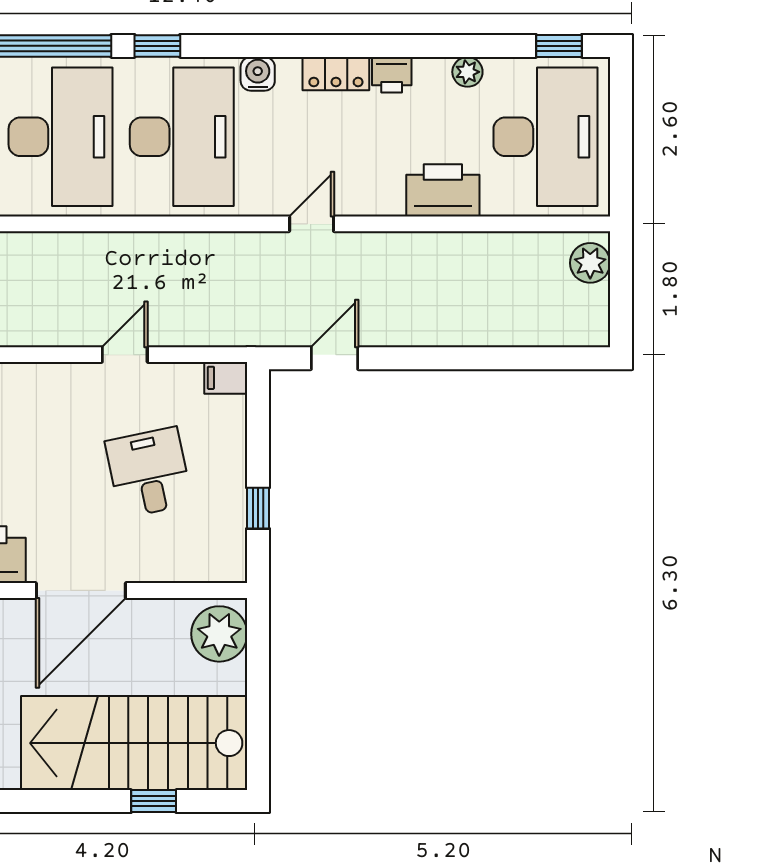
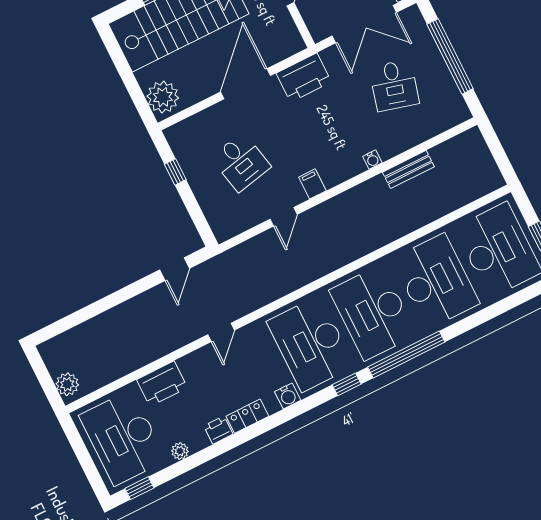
filing cabinet: (226, 378) -> (312, 184), moved, turned -90

